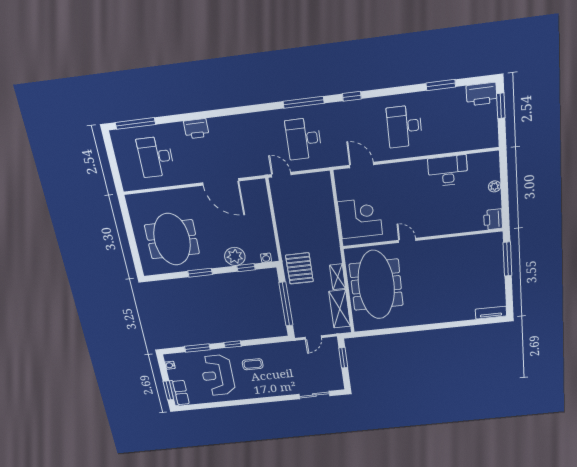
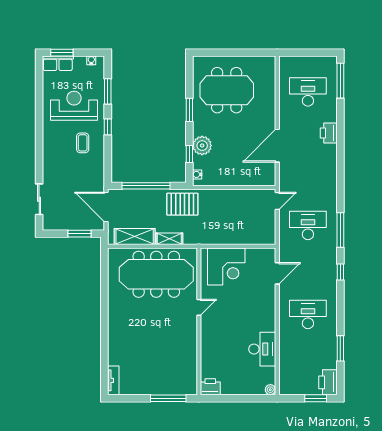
plant: (495, 186) -> (270, 390), moved
door: (313, 337) -> (106, 207), width x1.88

